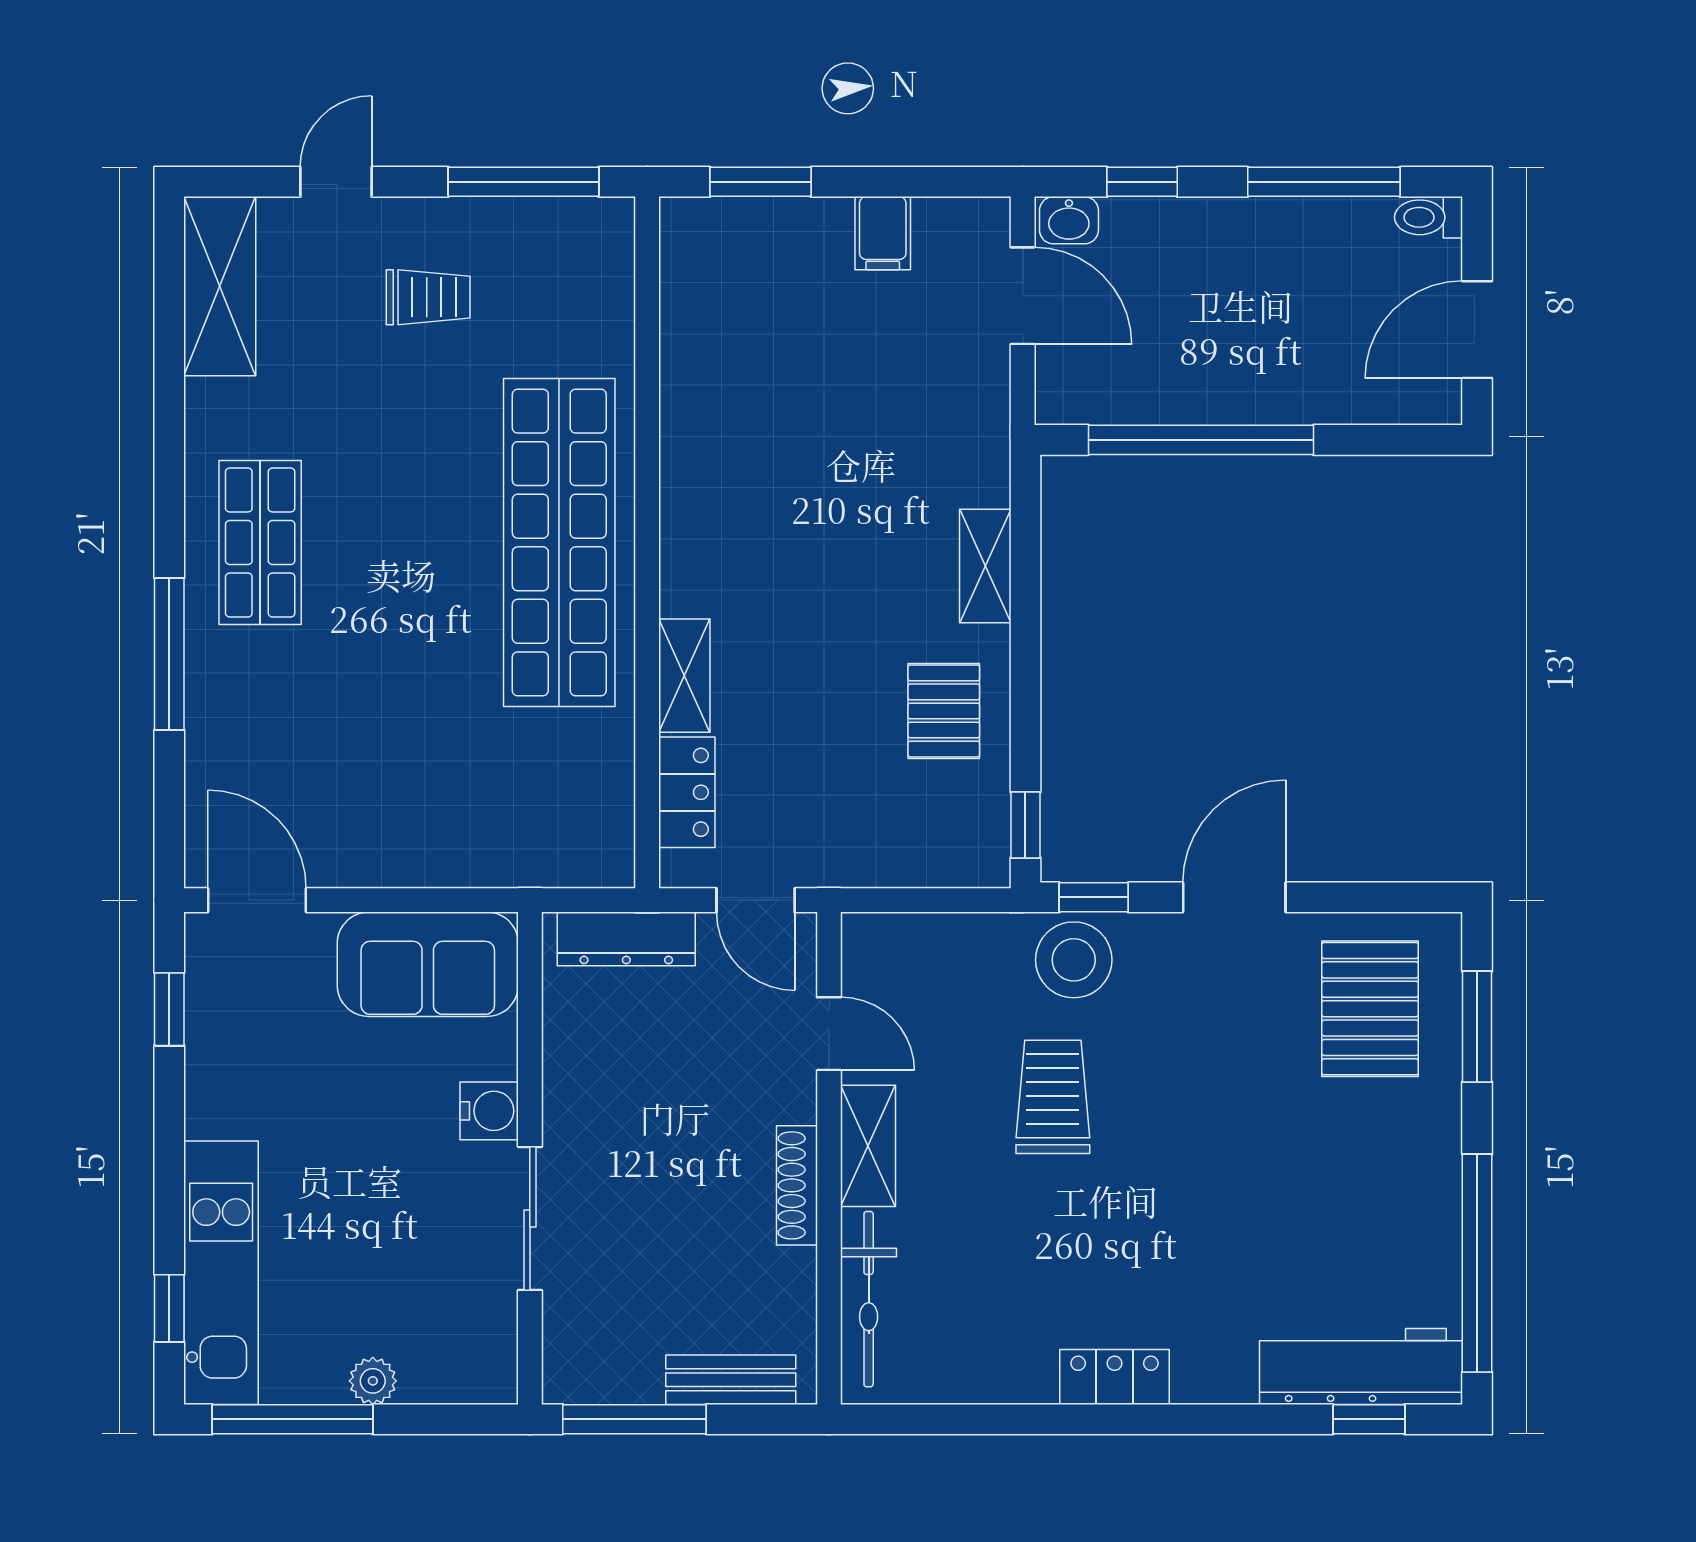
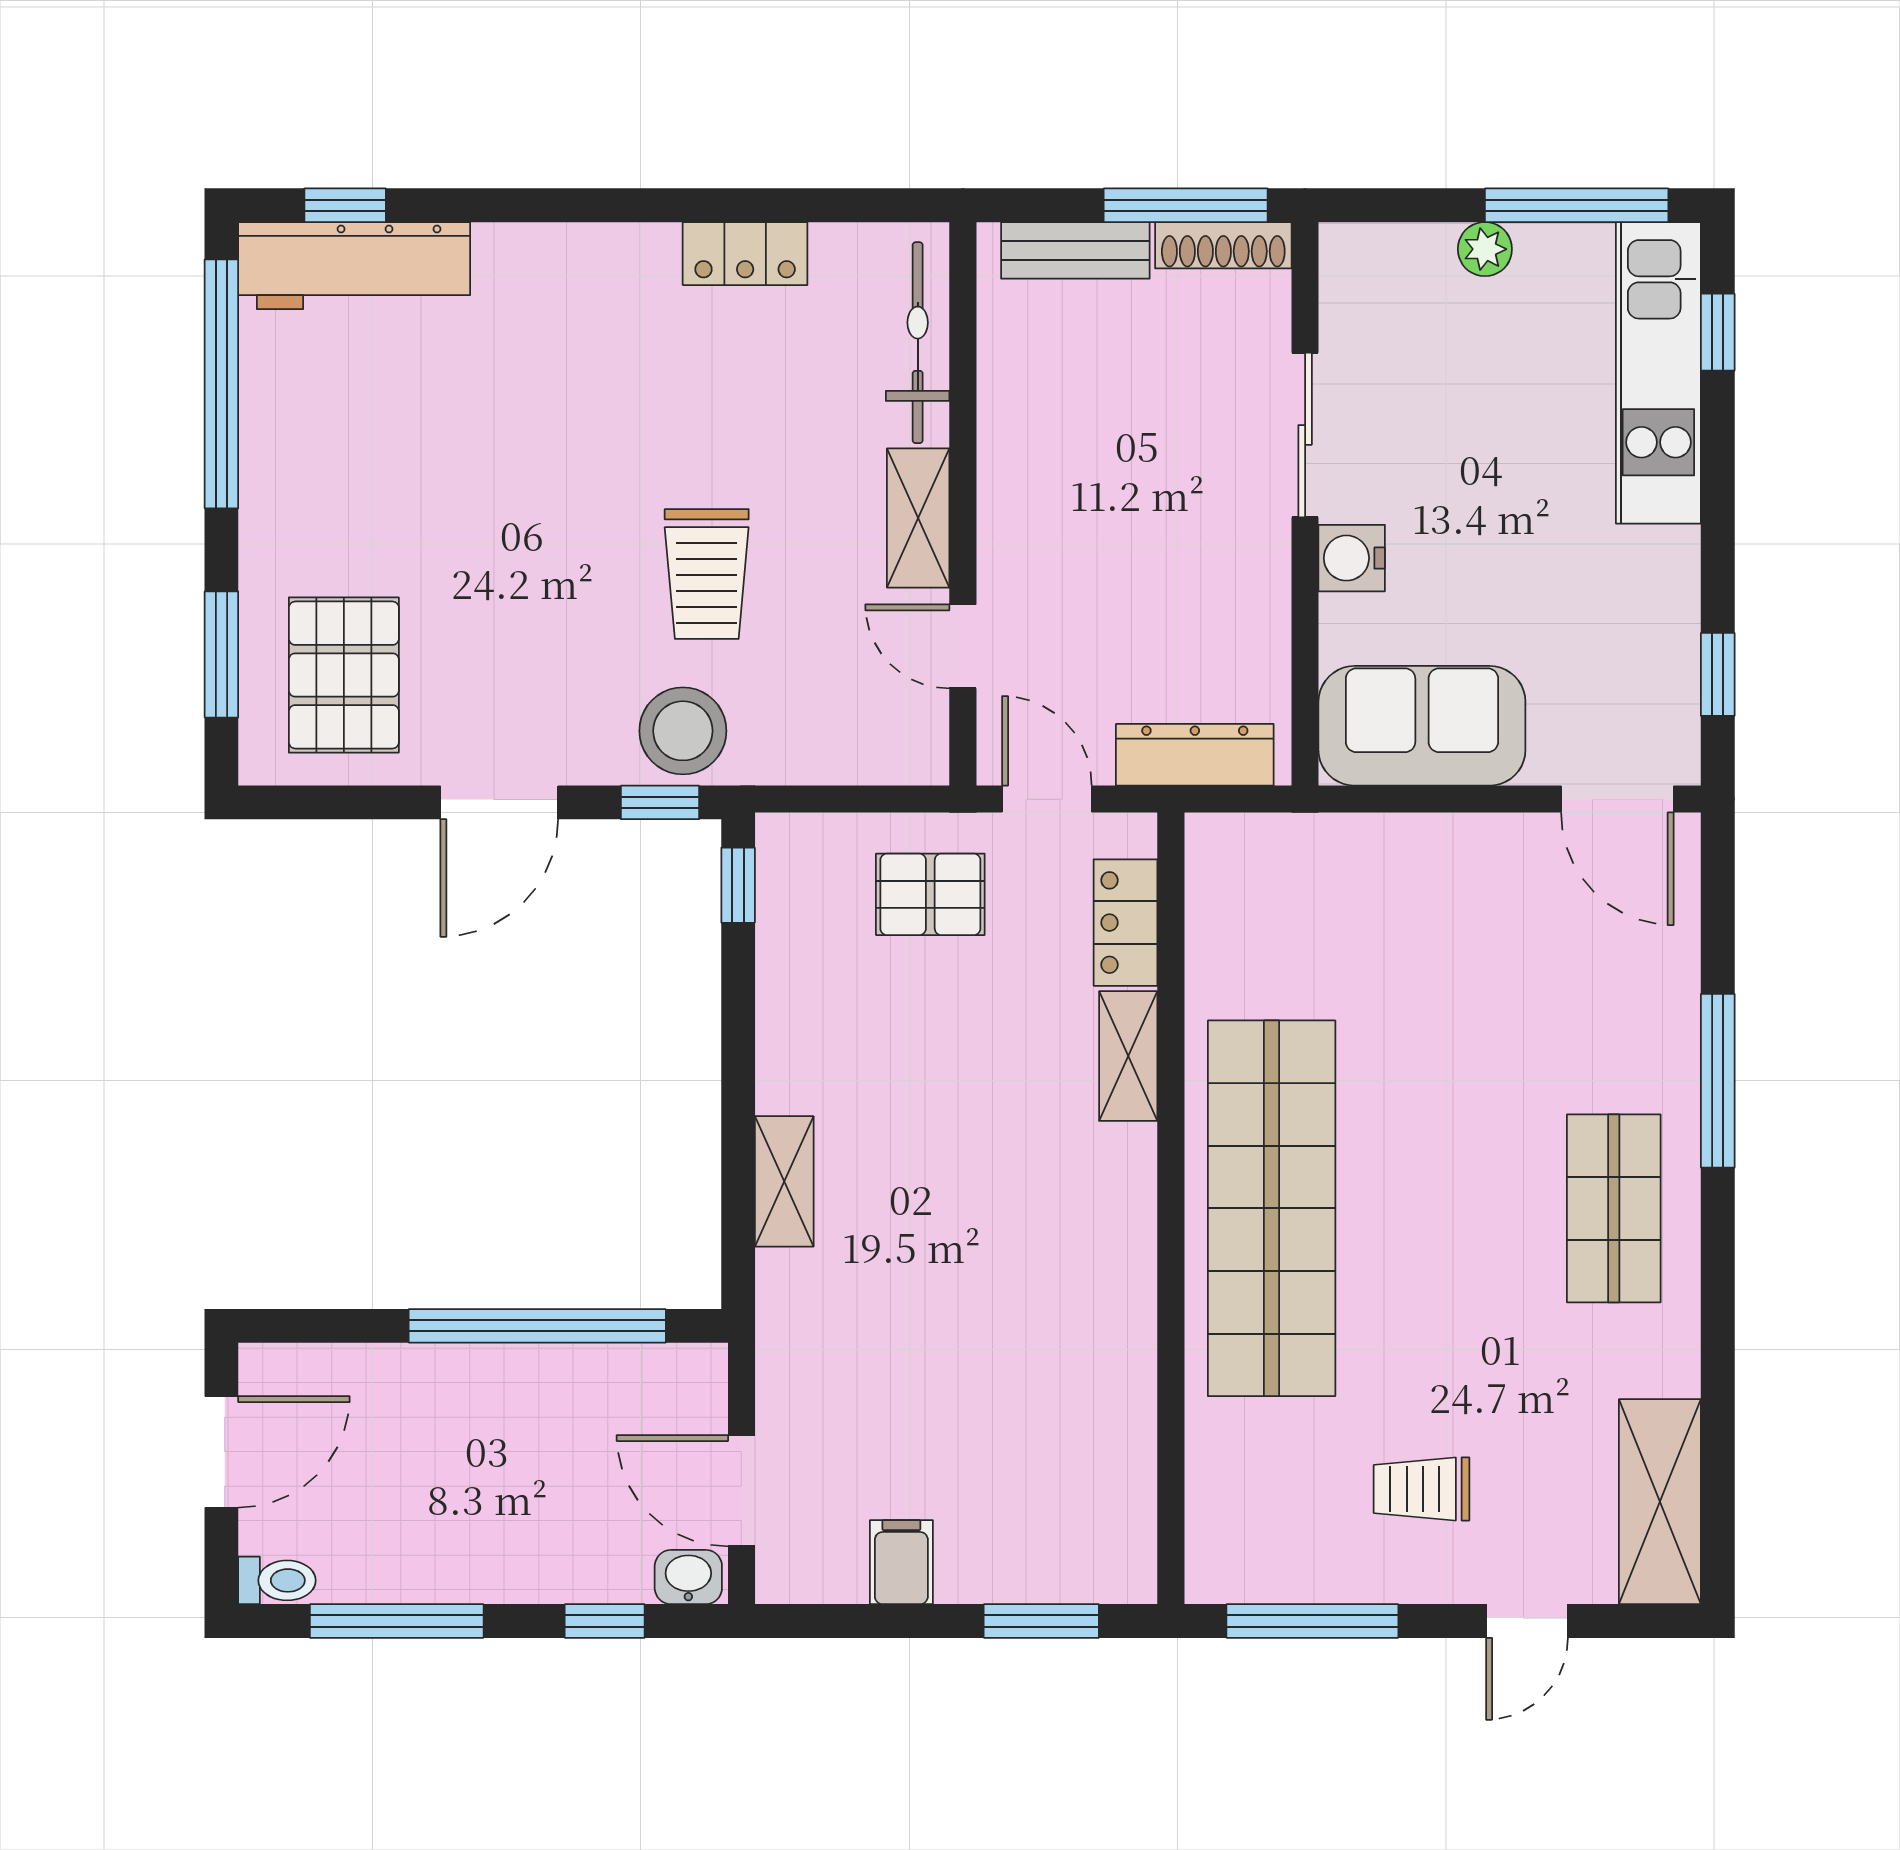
pallet: (944, 711) -> (930, 894), moved, turned 90
shoe rack: (797, 1185) -> (1223, 245), moved, turned 90
locker: (1115, 1377) -> (745, 254), moved

